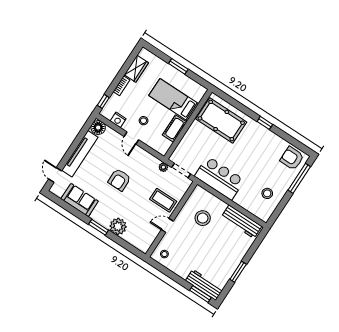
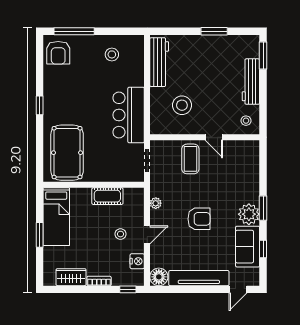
bed: (174, 100) -> (56, 217), moved
plant: (163, 167) -> (156, 203), moved
window: (71, 209) -> (263, 249), added
plant: (118, 226) -> (249, 214), moved
workbench: (204, 285) -> (251, 82), moved

